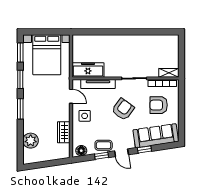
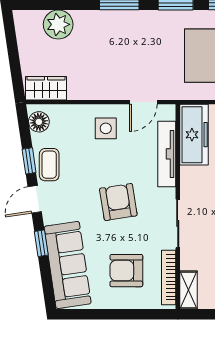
armchair: (159, 105) -> (126, 271), turned -90
armchair: (123, 109) -> (118, 202), turned -135
wardrobe: (64, 132) -> (46, 88), moved

